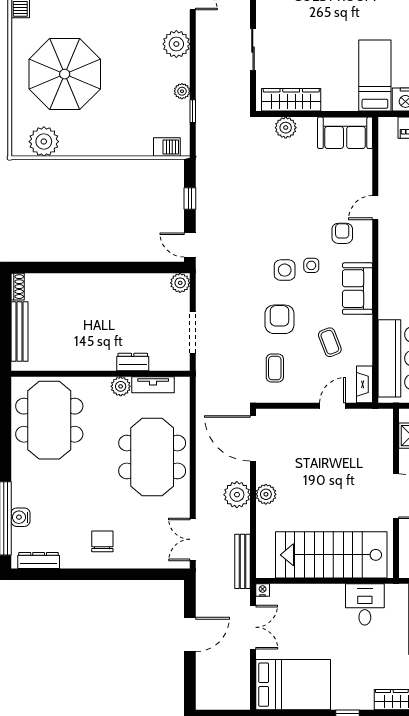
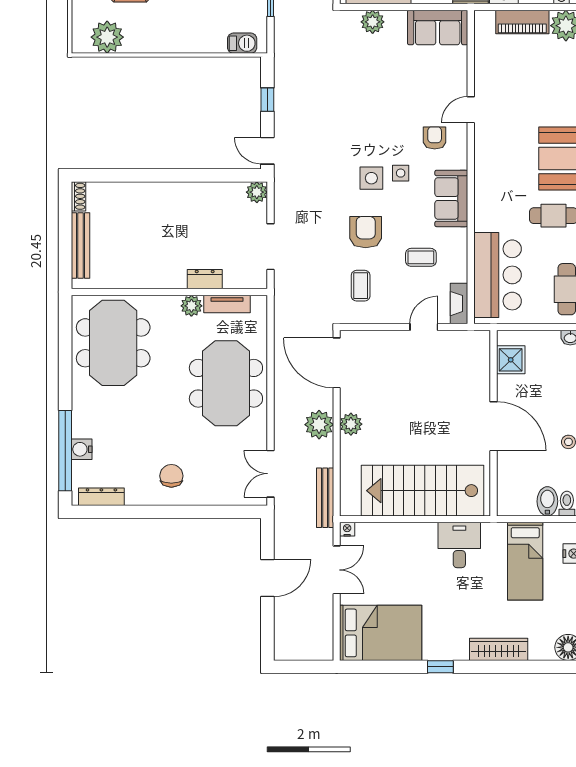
coffee table: (330, 342) -> (421, 257), turned -69

